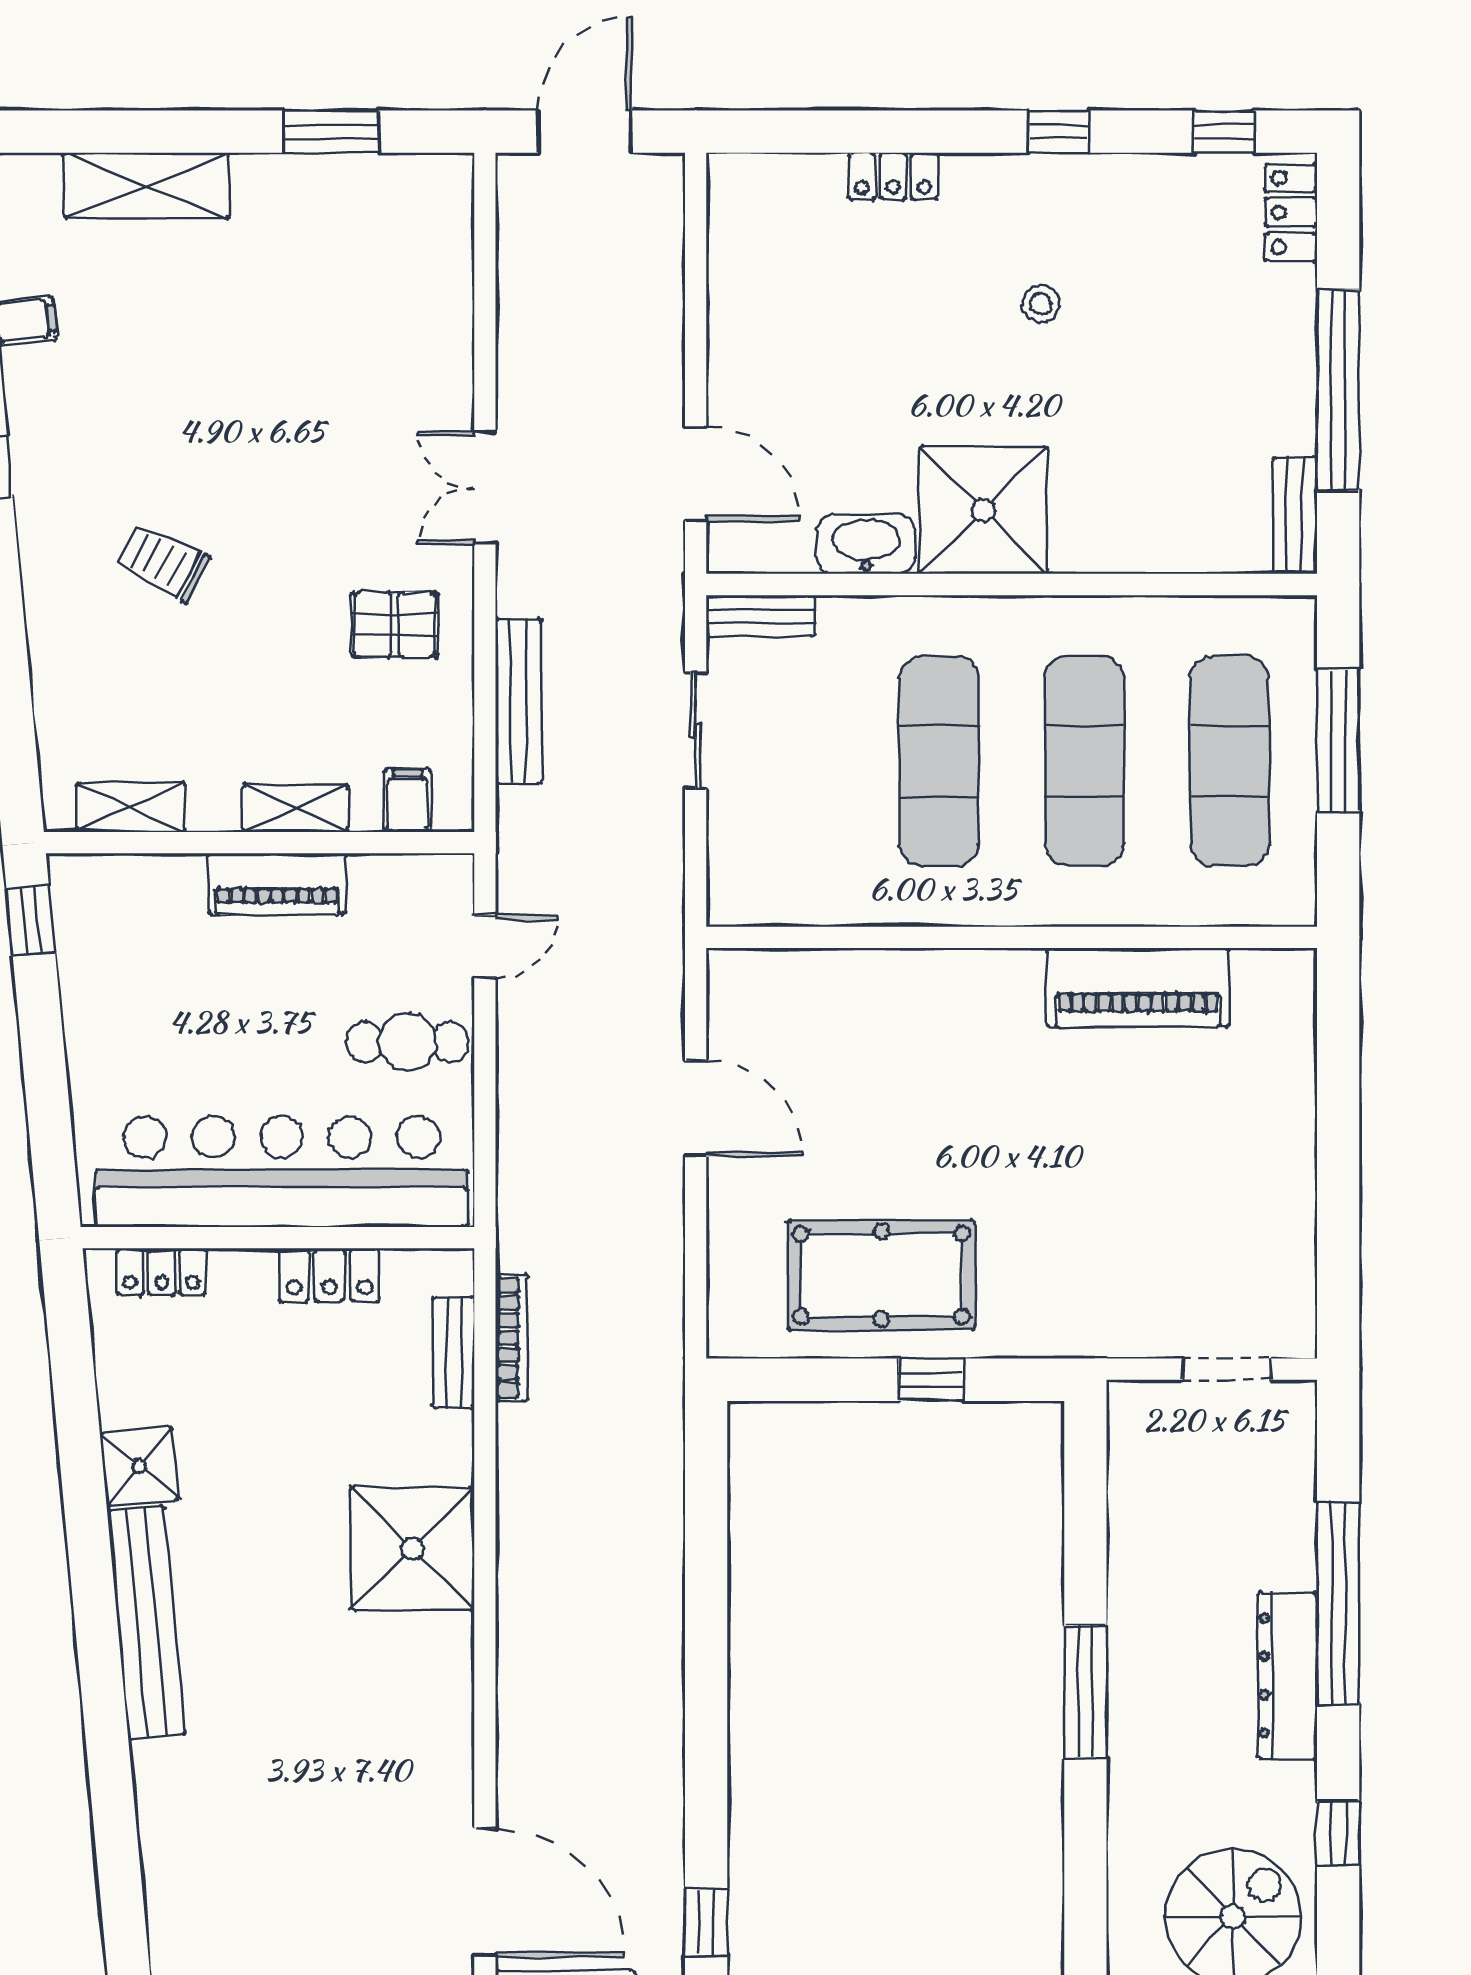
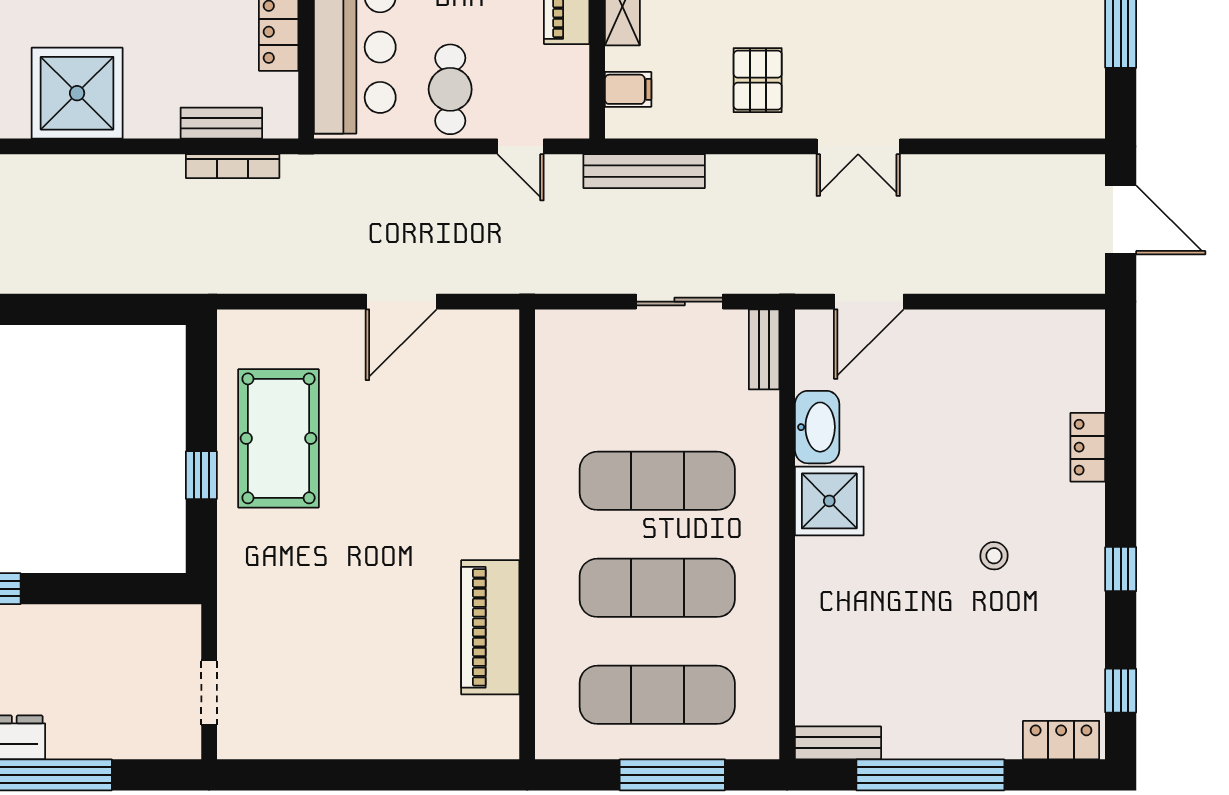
double door: (485, 488) -> (858, 146), swing flipped
shower: (983, 510) -> (829, 501), width x0.73, depth x0.73
bench: (519, 701) -> (644, 171), moved

